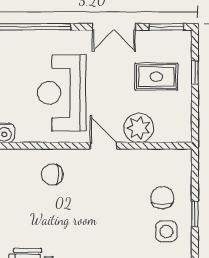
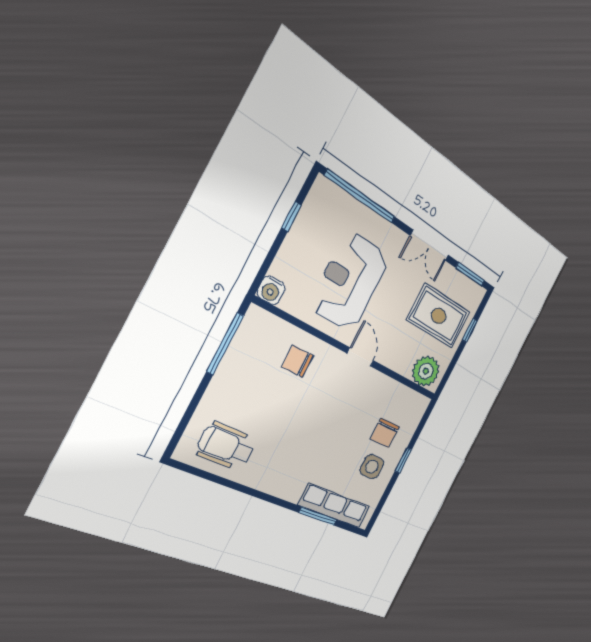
rug: (156, 77) -> (439, 316), width x1.36, depth x1.43
plant: (139, 128) -> (426, 371), moved
chair: (162, 198) -> (385, 433), turned 180

